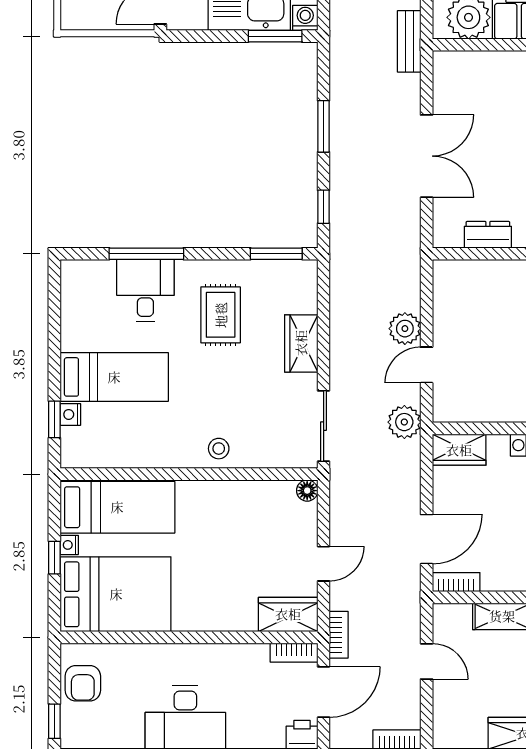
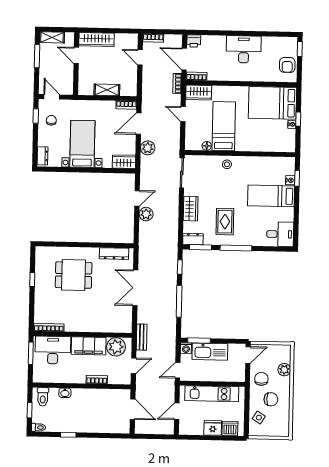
window: (324, 126) -> (179, 301), width x1.44
dresser: (488, 235) -> (114, 254), width x1.44
window: (146, 254) -> (236, 248), moved
dresser: (294, 273) -> (193, 239), added
desk: (145, 290) -> (280, 234), moved, turned -90
plant: (404, 422) -> (148, 148), moved
floor lamp: (307, 491) -> (207, 146), moved
bed: (117, 507) -> (224, 126), moved, turned 90
door: (324, 564) -> (183, 114), hinge flipped
door: (427, 661) -> (140, 57), moved
armchair: (83, 683) -> (287, 65), turned 180
door: (324, 692) -> (184, 59), hinge flipped

